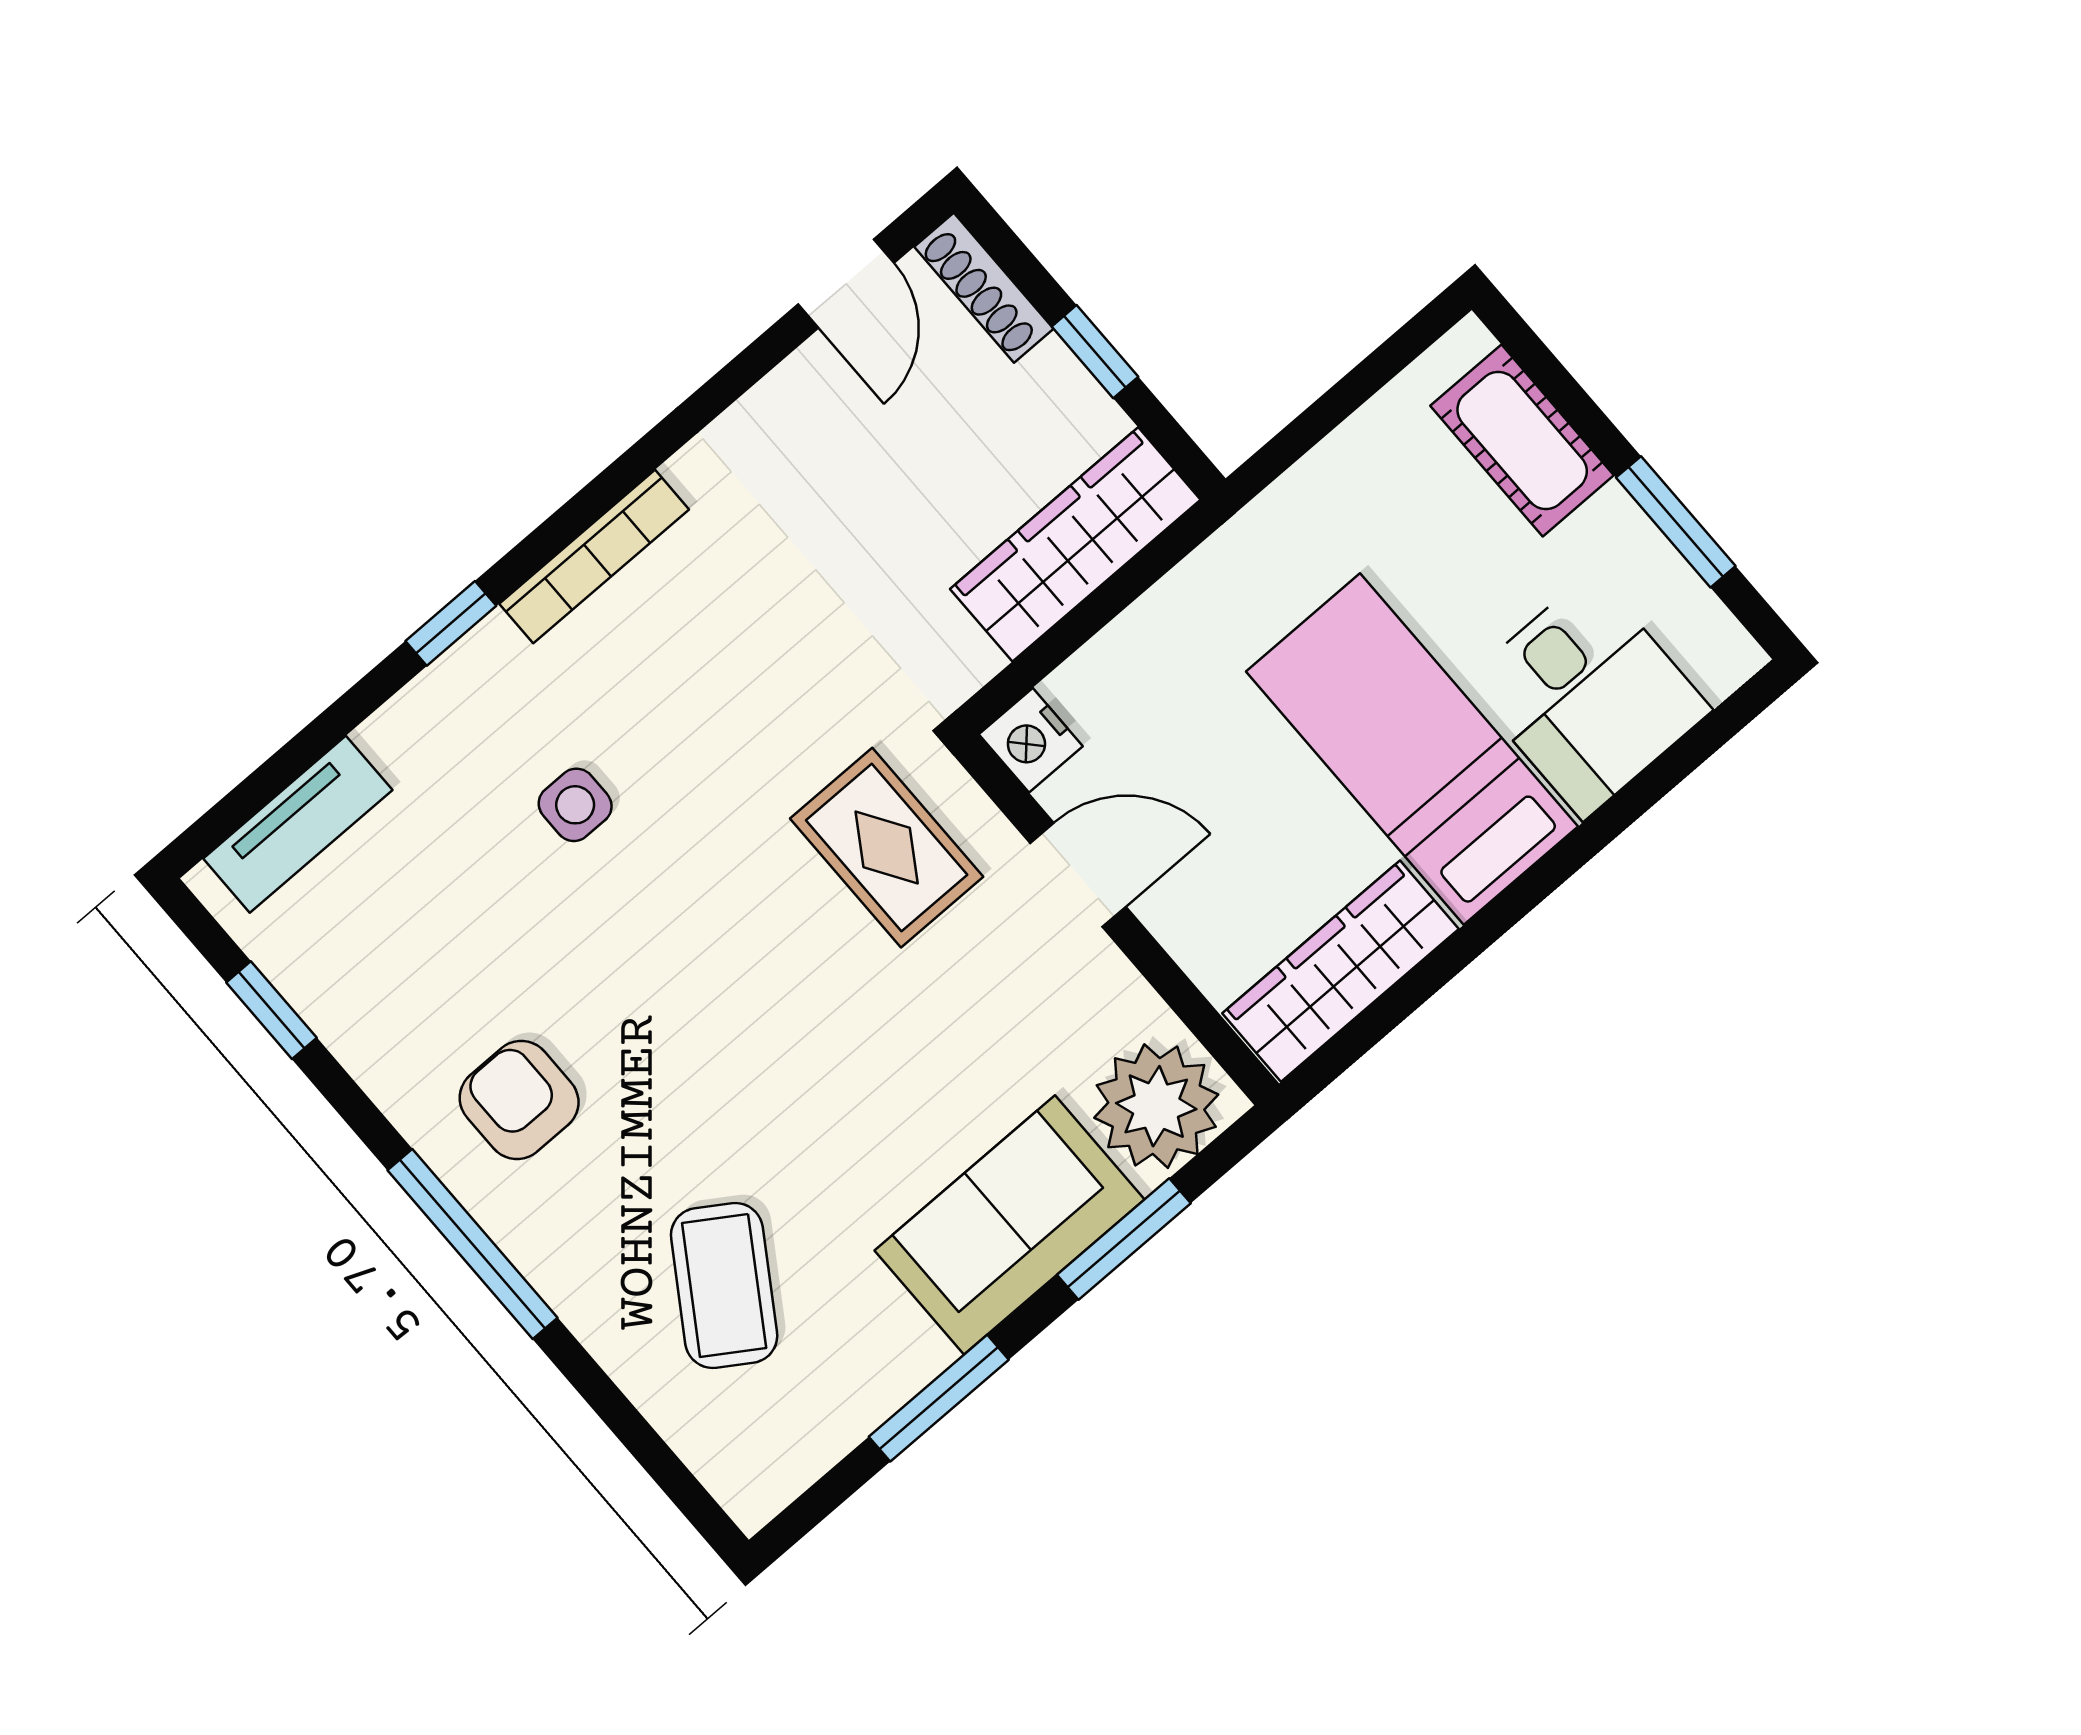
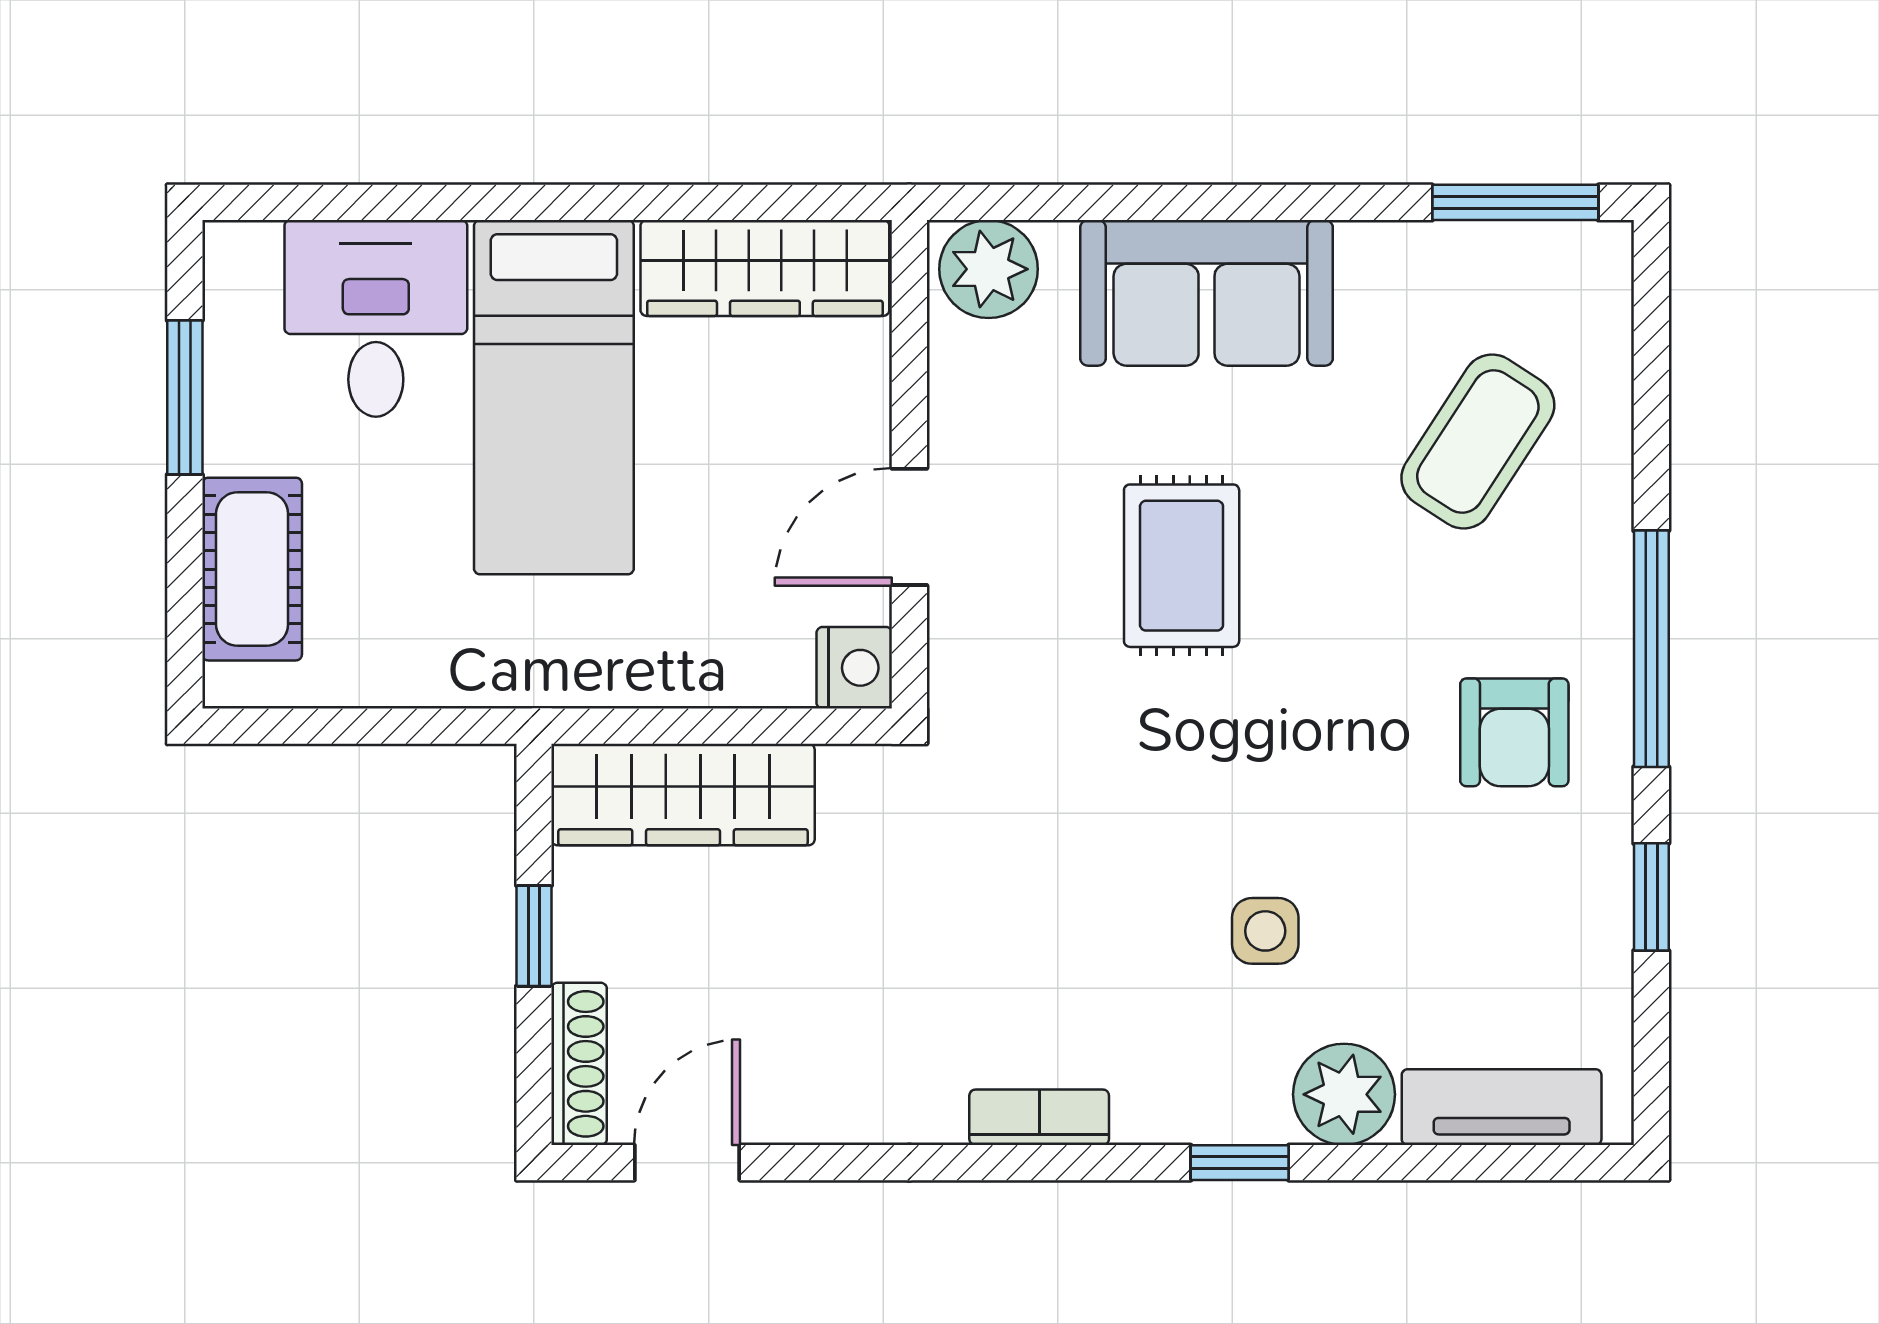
bookcase: (594, 557) -> (1039, 1117), width x0.64
plant: (418, 736) -> (1344, 1094), added
rug: (887, 848) -> (1182, 566), moved
door: (1078, 875) -> (909, 527), hinge flipped
window: (271, 1010) -> (1651, 897), moved
plant: (1156, 1106) -> (989, 269), width x0.73, depth x0.73
window: (1124, 1239) -> (1124, 202), removed
window: (939, 1398) -> (1515, 202), moved

